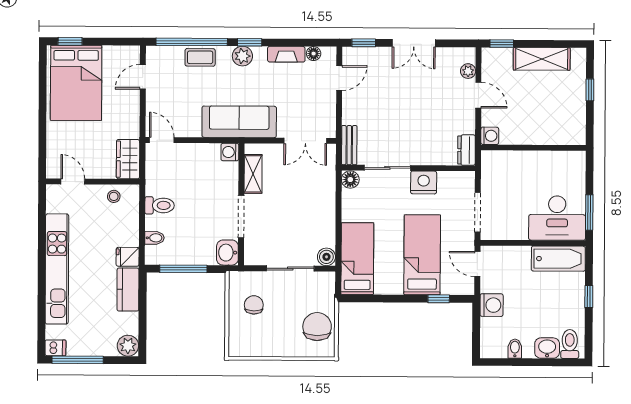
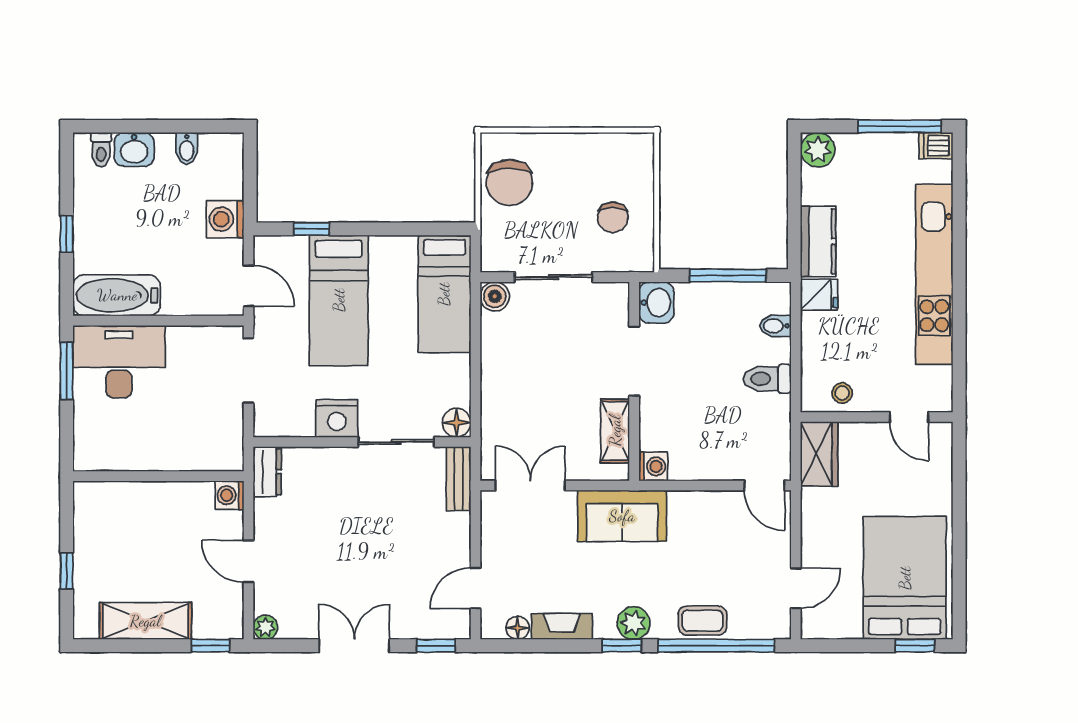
plant: (468, 71) -> (265, 627), moved
sofa: (239, 122) -> (622, 516), width x0.73
toilet: (570, 344) -> (101, 150), width x0.73, depth x0.72

